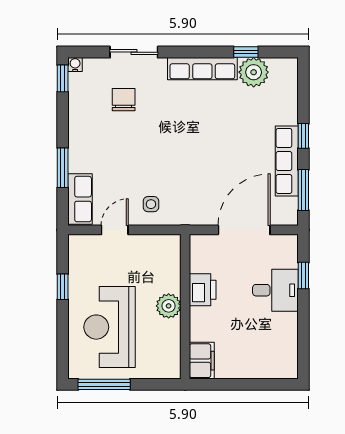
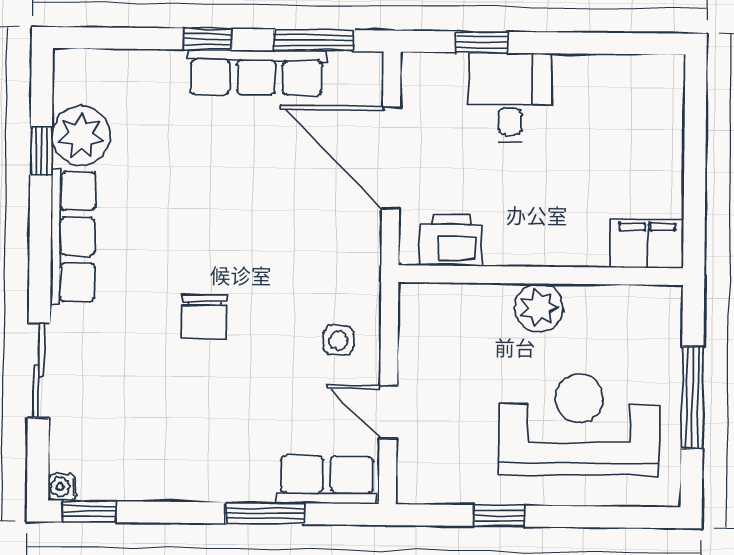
chair: (124, 100) -> (204, 317), moved, turned -90
printer: (203, 290) -> (451, 240), moved
reception desk: (110, 327) -> (579, 424), turned 180
window: (104, 384) -> (692, 397), moved

